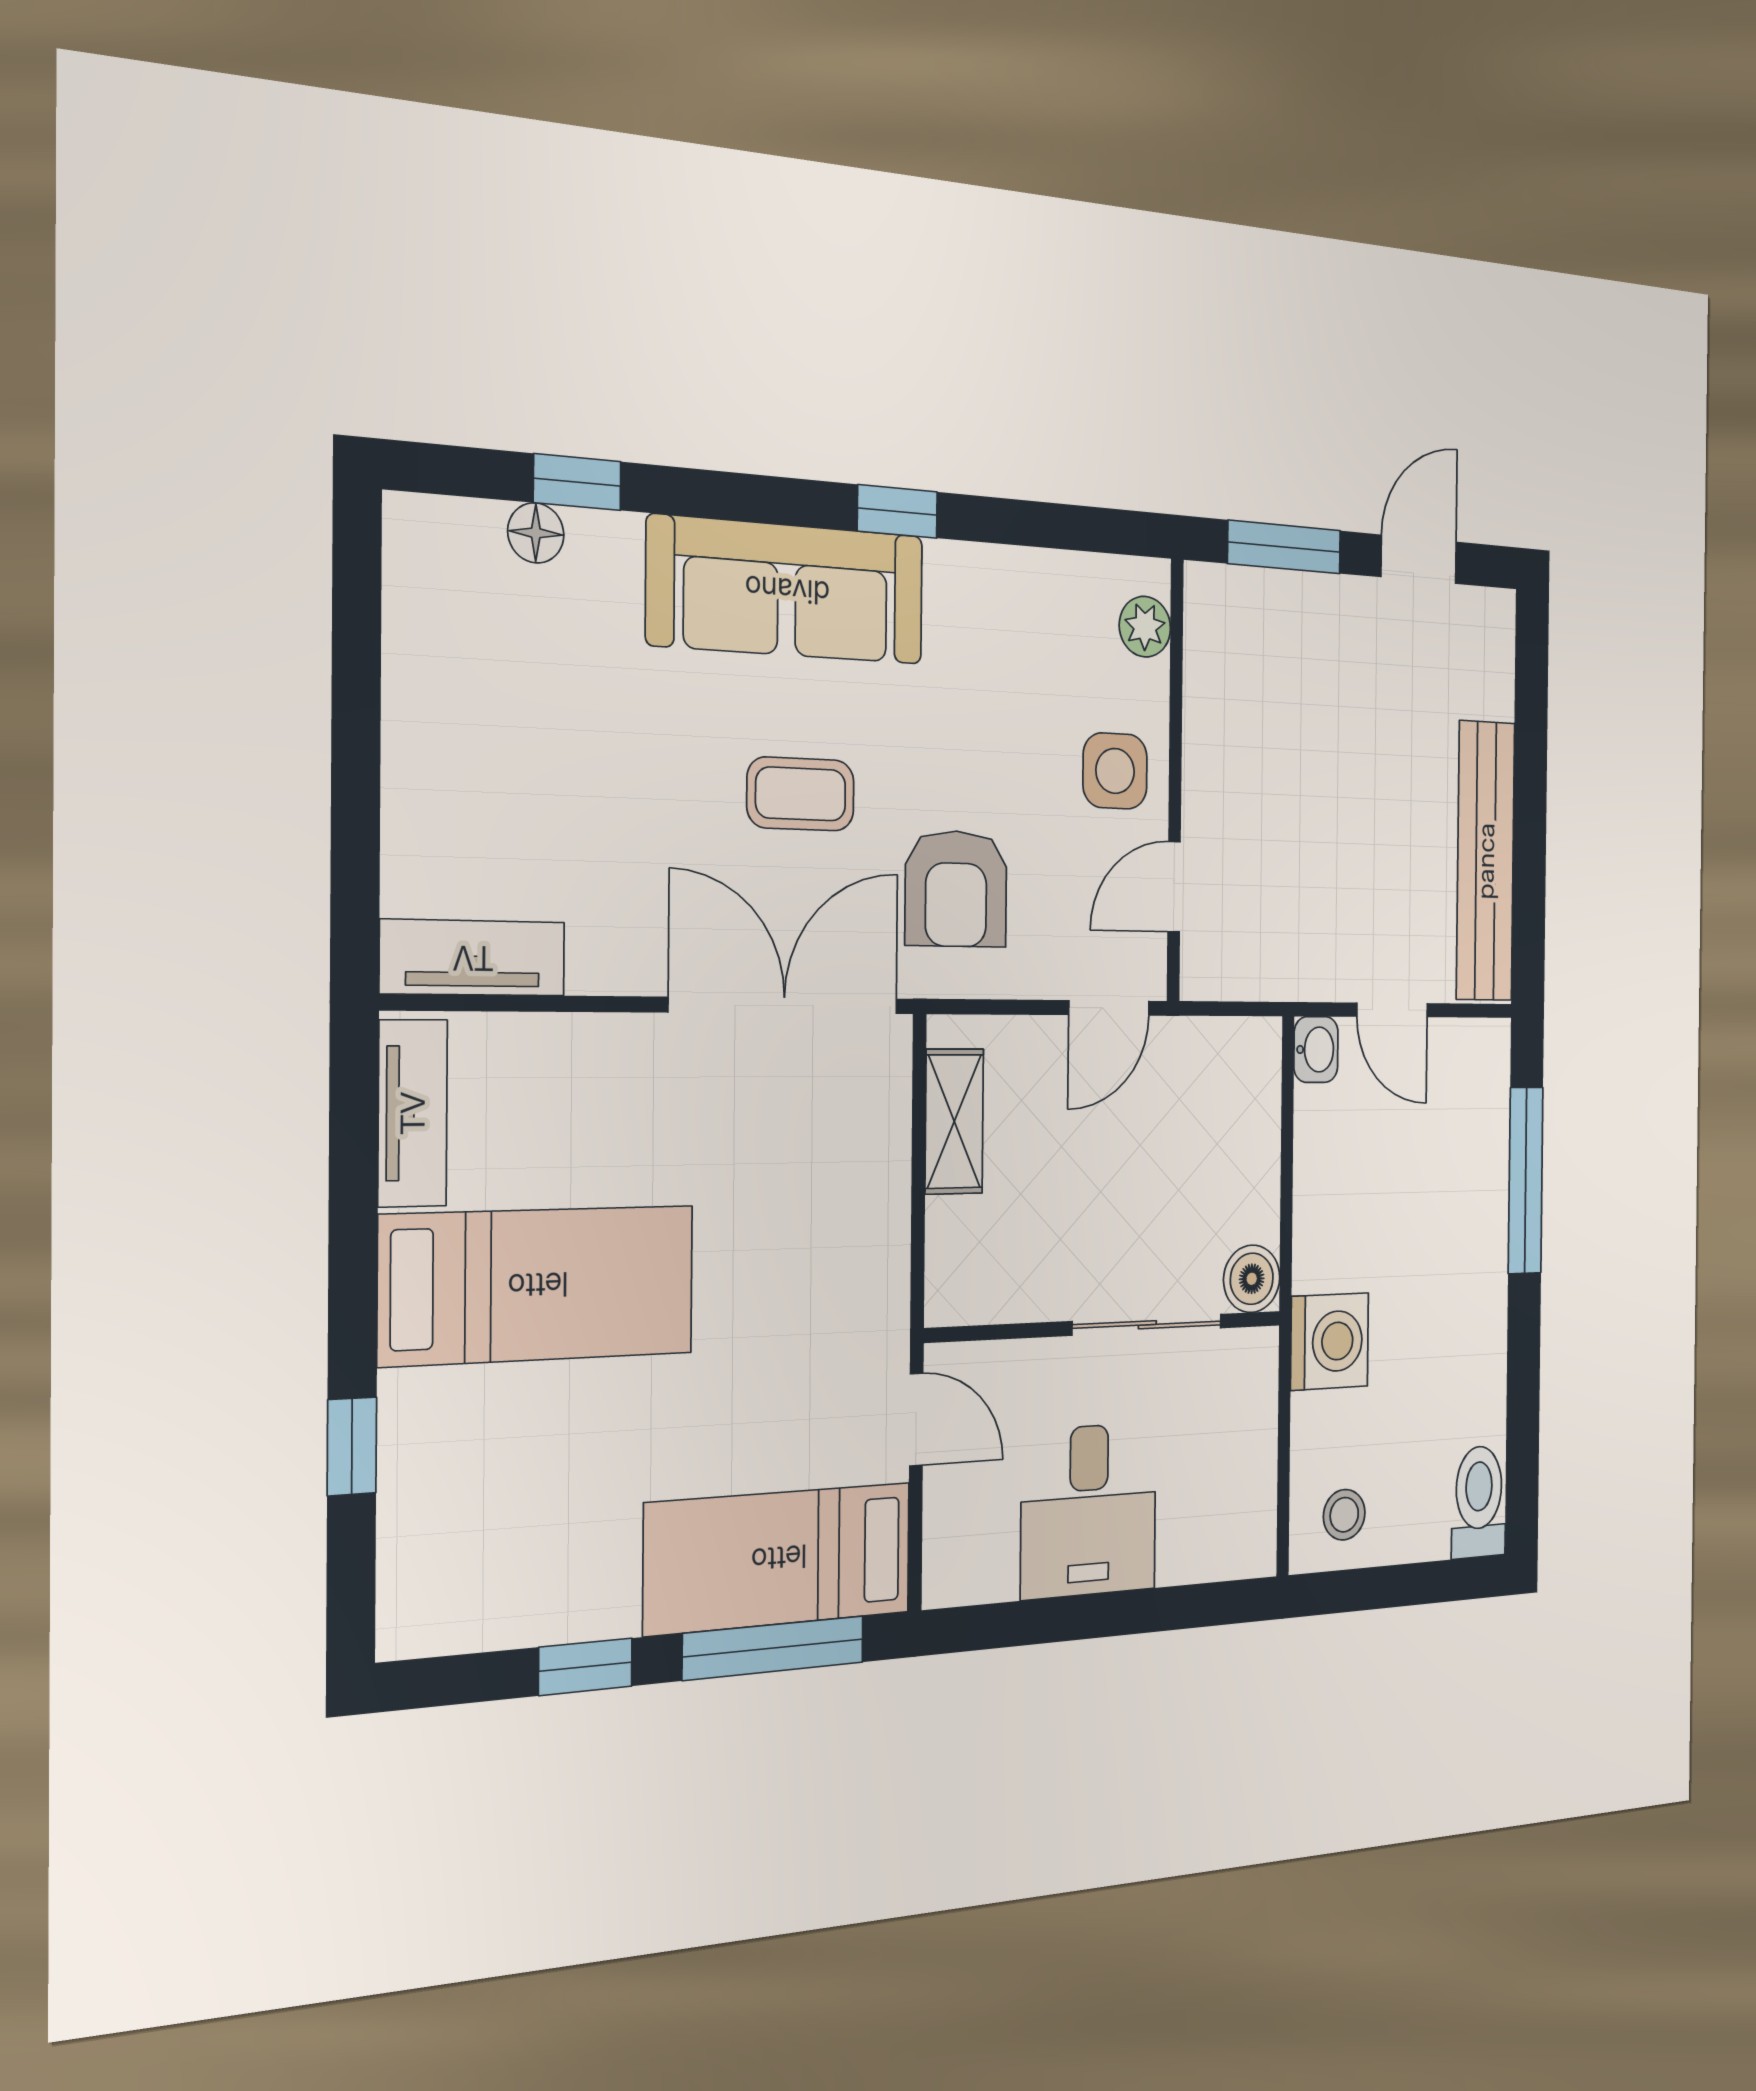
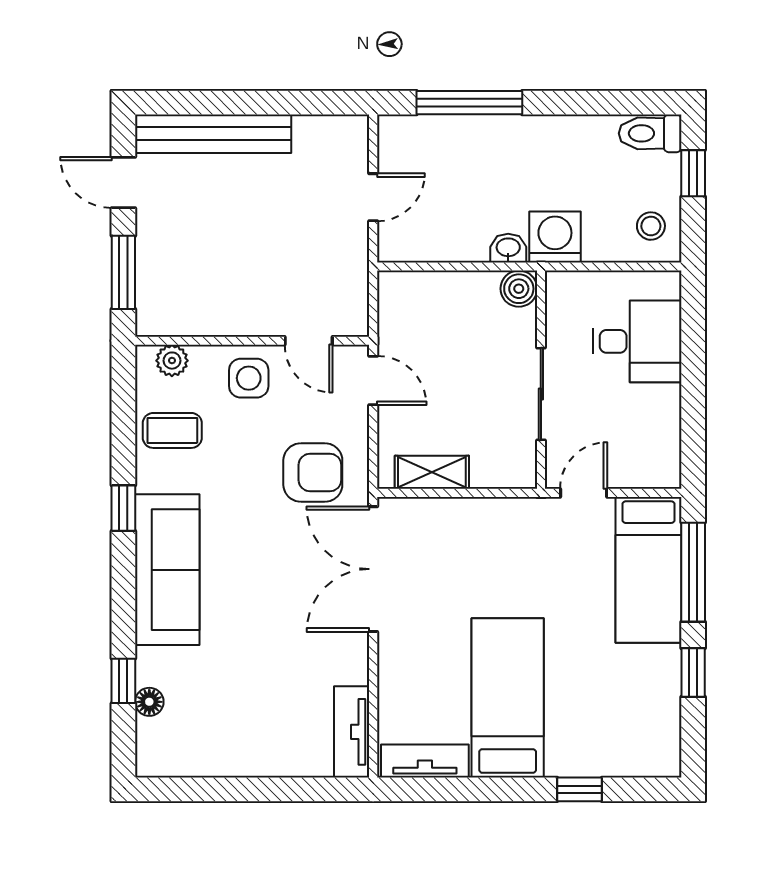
coffee table: (801, 794) -> (172, 430), moved, turned 90
bench: (1486, 861) -> (213, 134), moved
washbasin: (1316, 1049) -> (508, 248), moved
sliding door: (1147, 1325) -> (541, 394), moved
desk: (1089, 1510) -> (637, 341), moved
window: (1421, 1583) -> (693, 173), added

